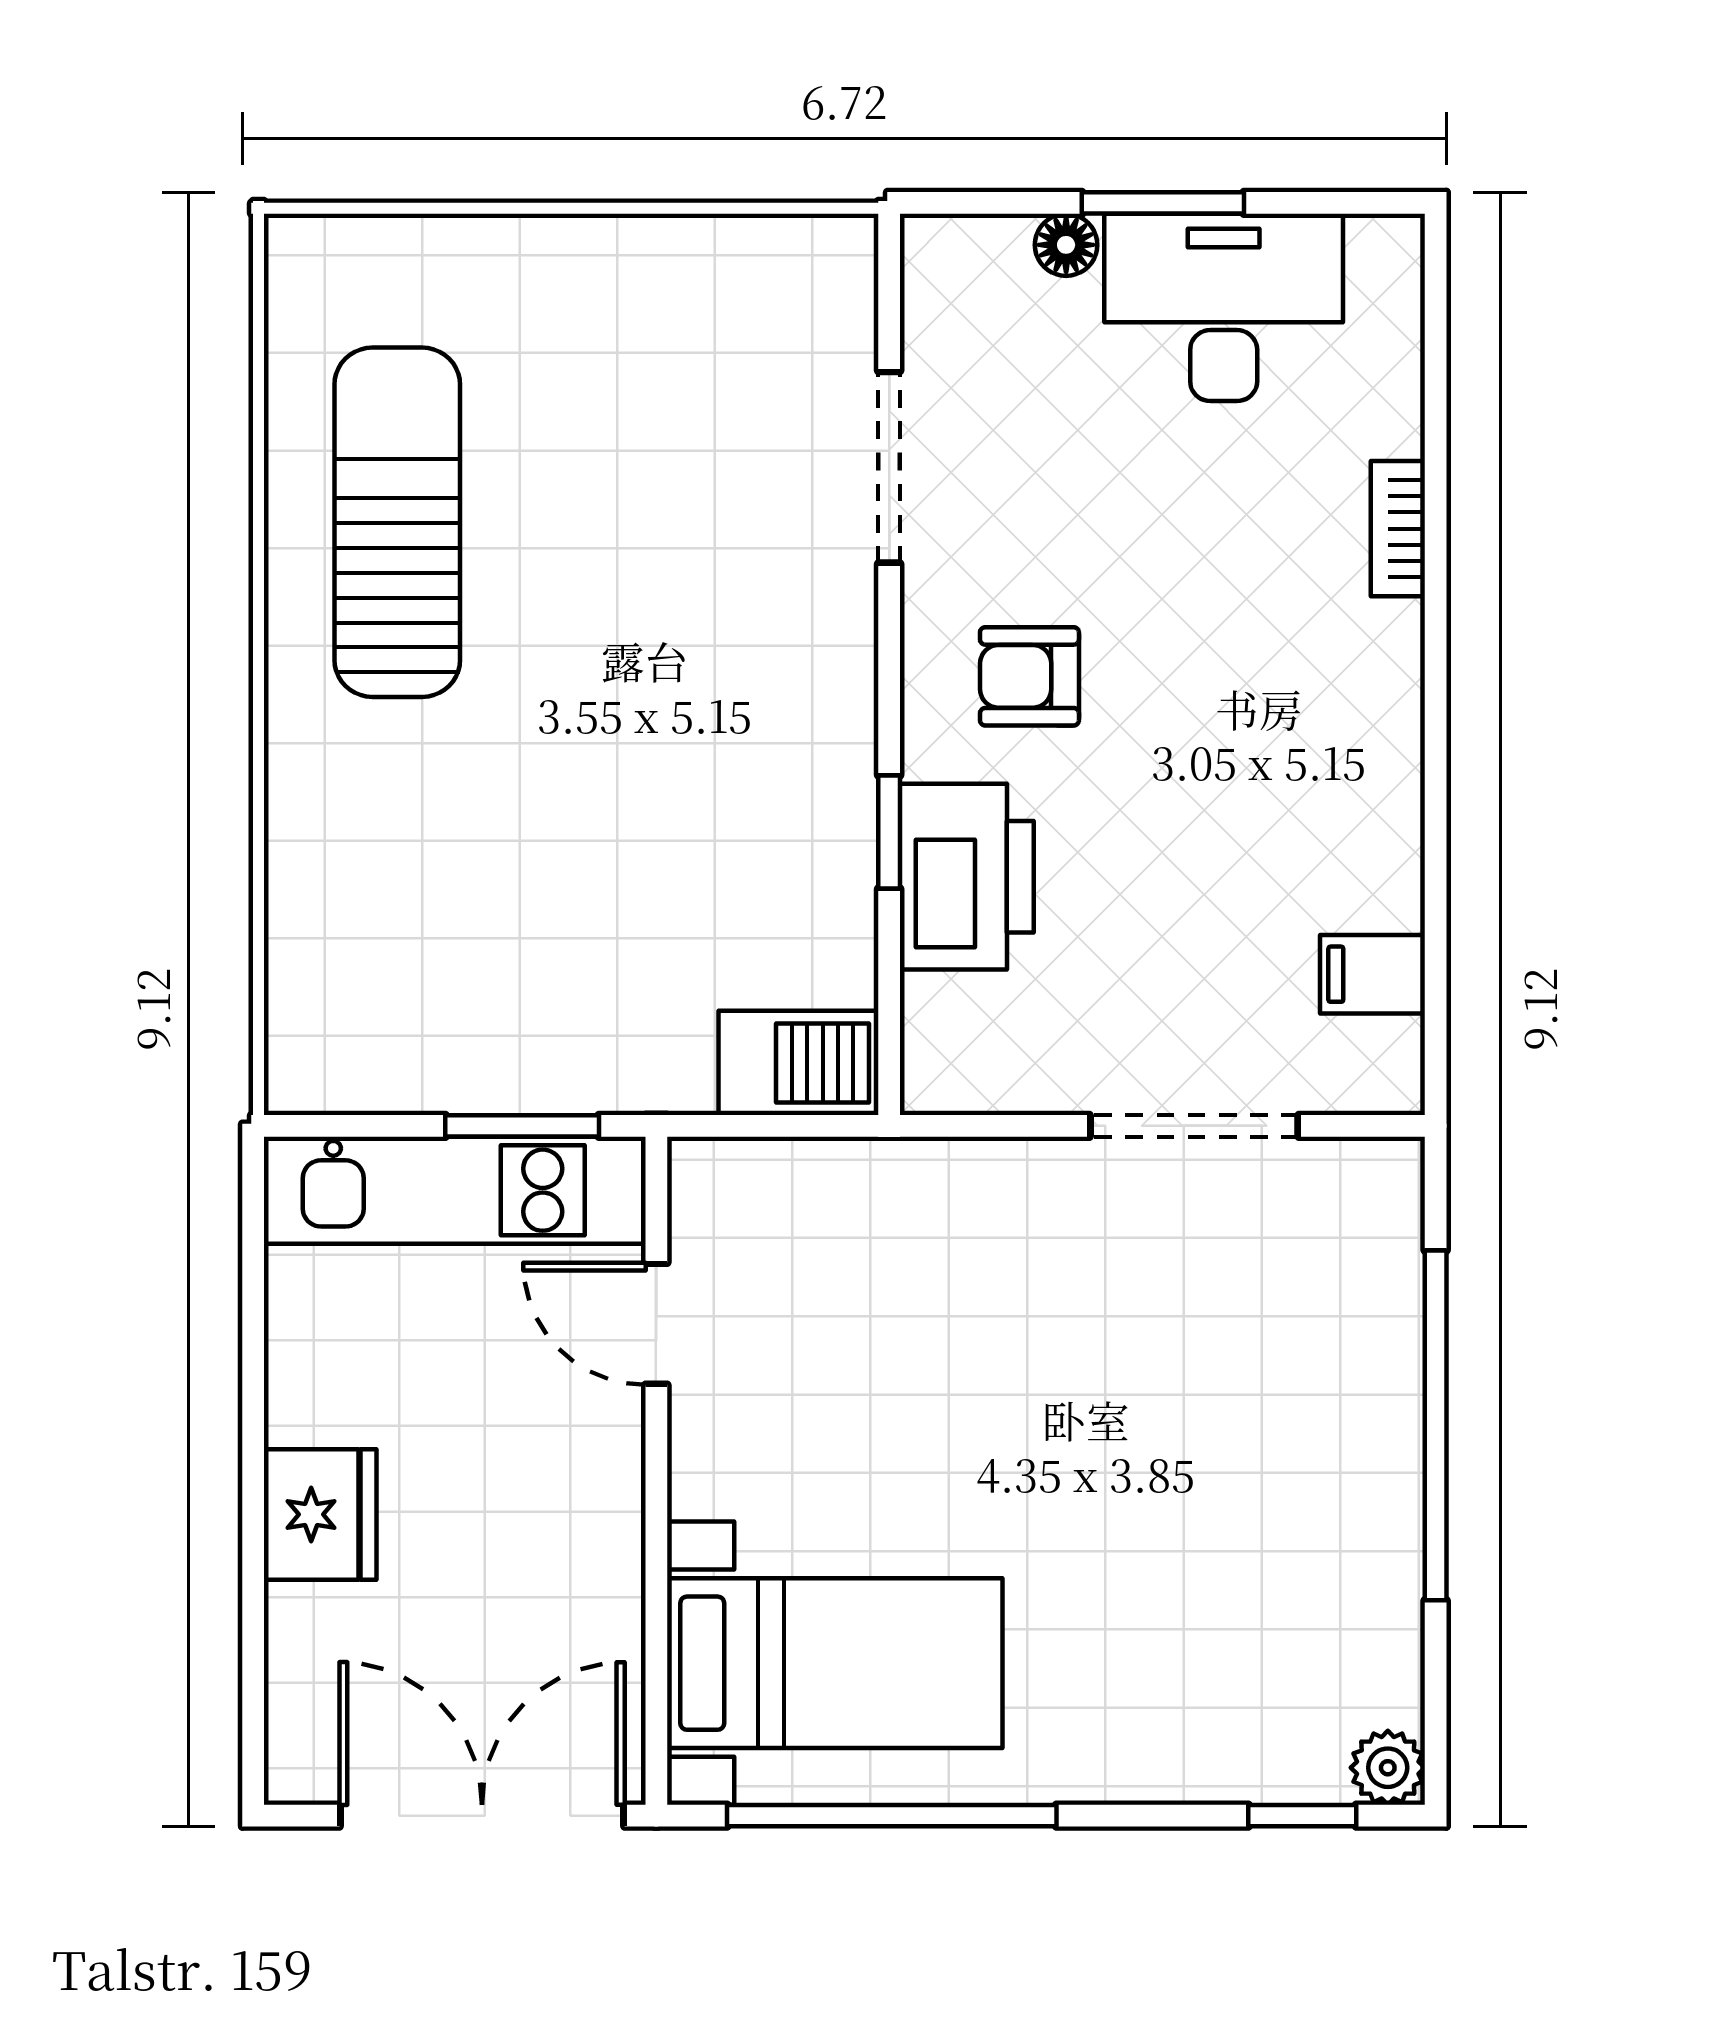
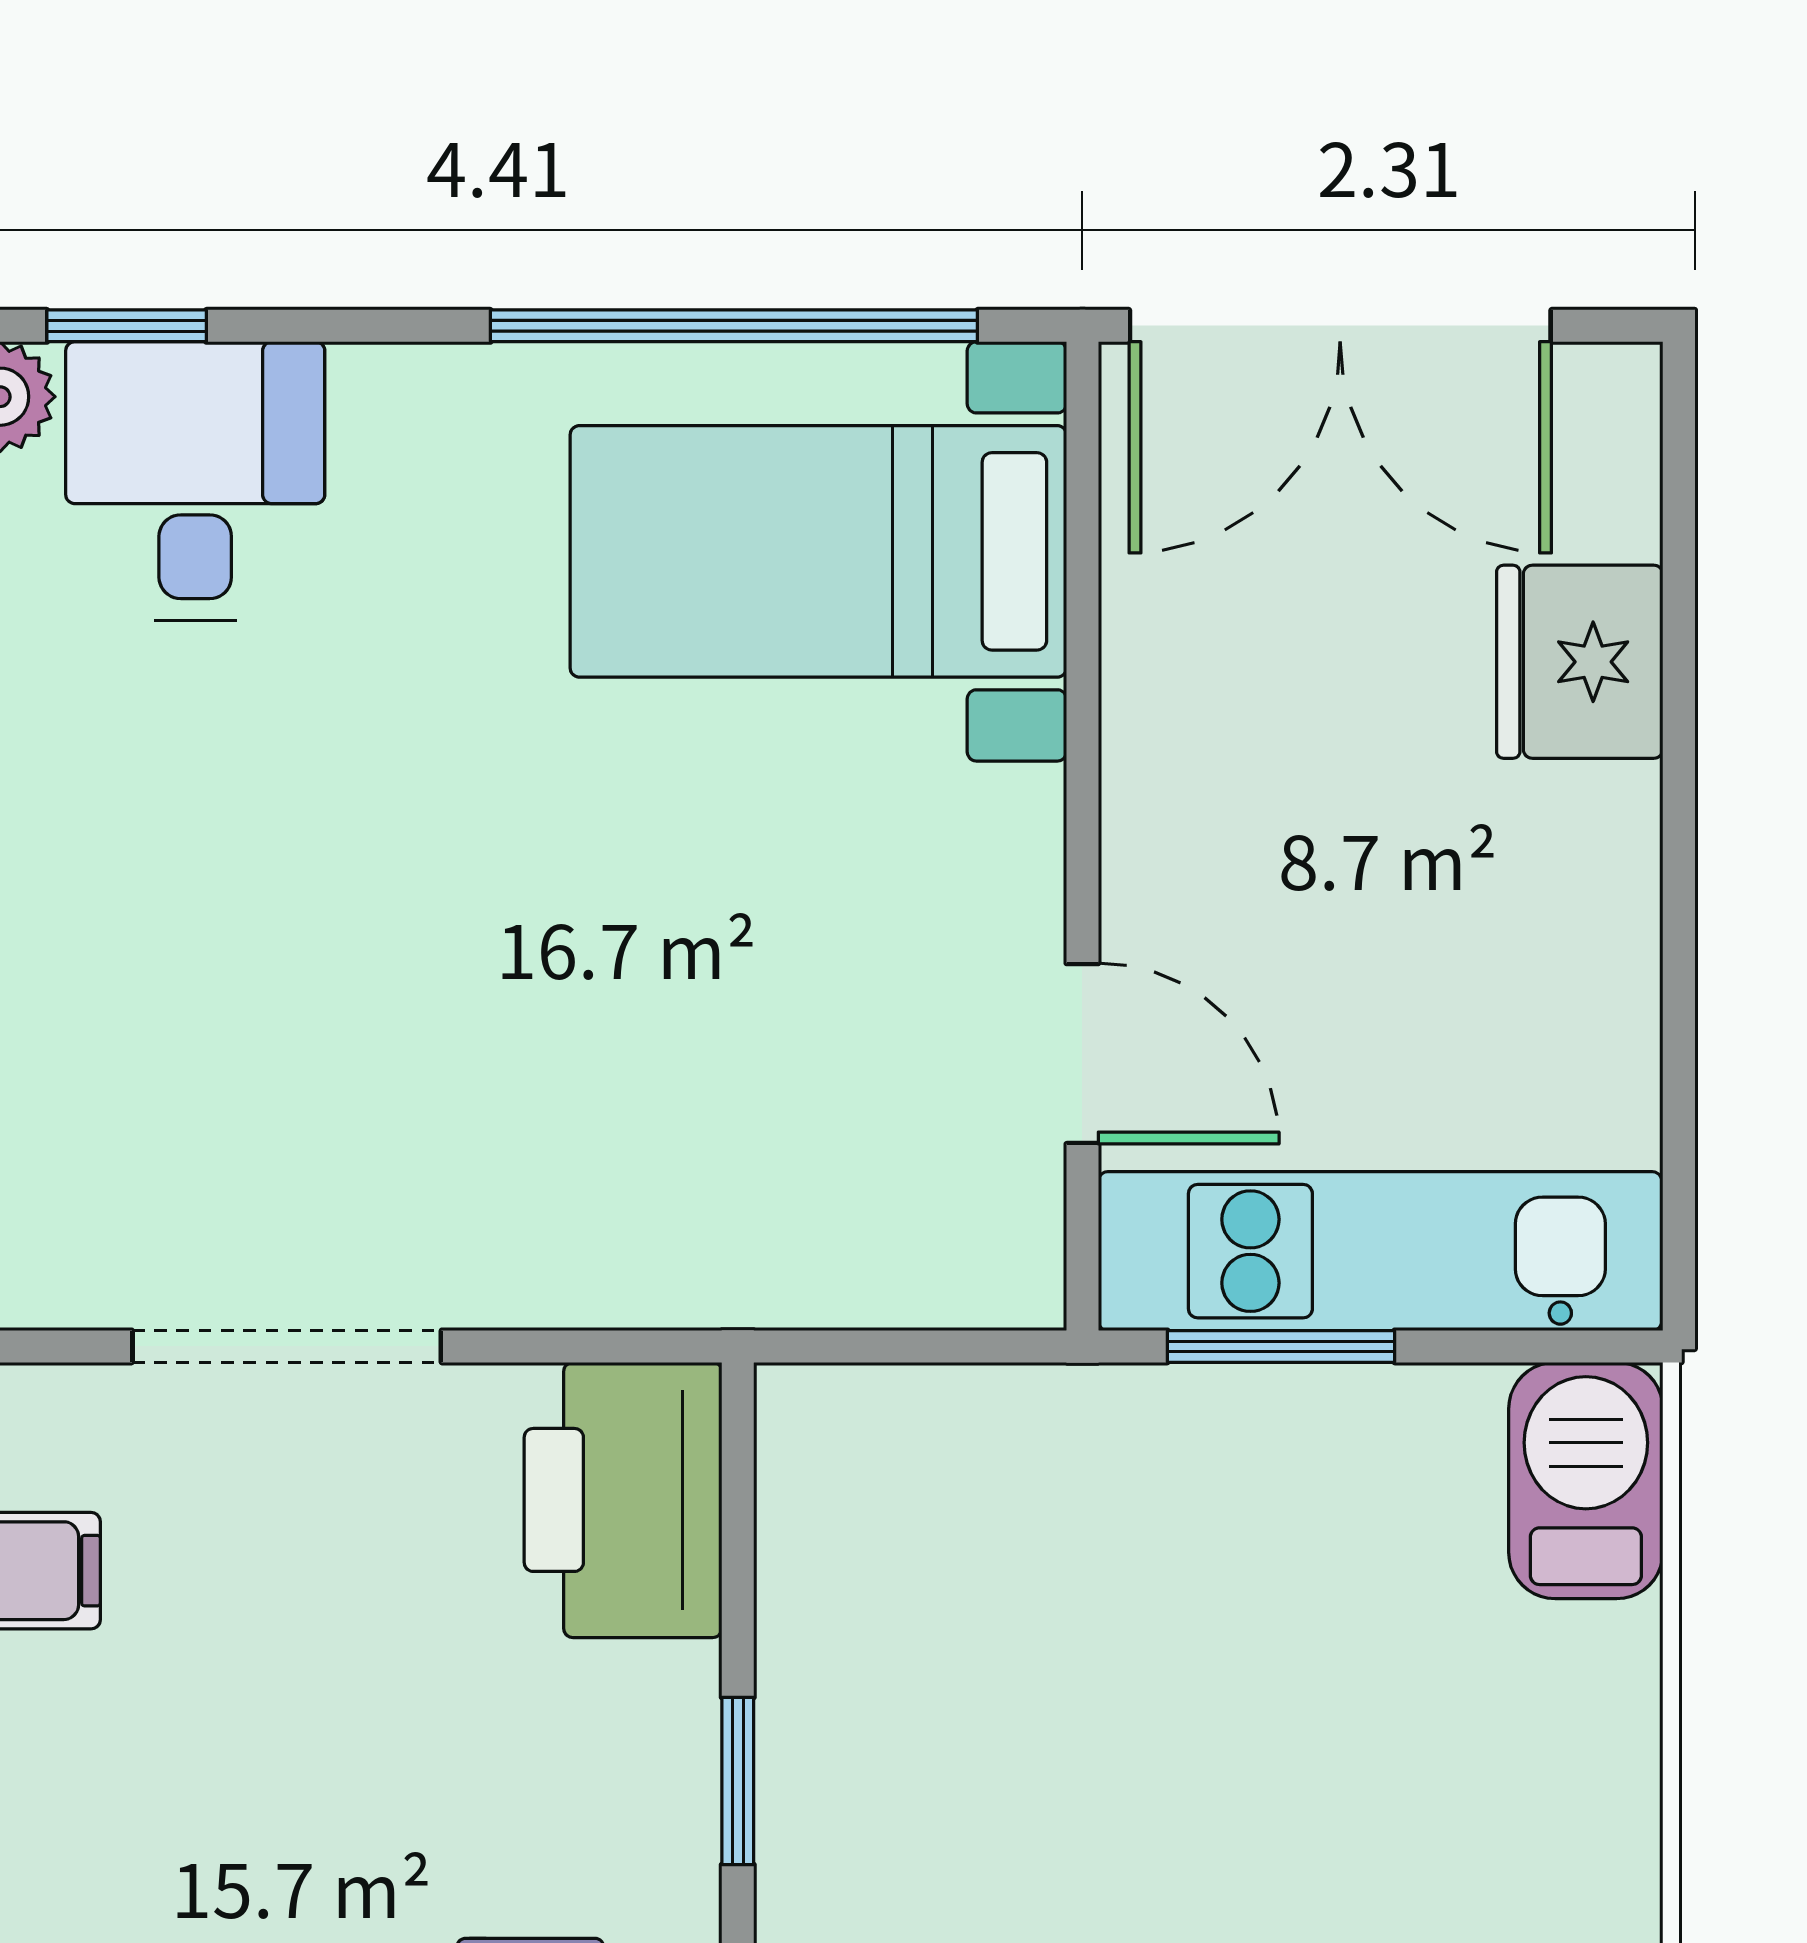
printer: (967, 877) -> (623, 1500), moved
barbecue: (799, 1063) -> (1586, 1481), moved, turned 90
fridge: (320, 1514) -> (1580, 662), moved
desk: (1256, 1710) -> (195, 481), added

